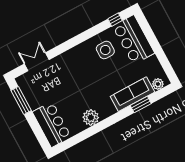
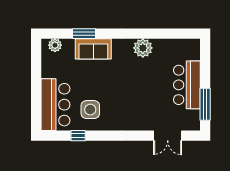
window: (115, 20) -> (78, 136), moved
sofa: (132, 94) -> (93, 49), width x0.73
bar counter: (52, 124) -> (187, 85), moved

